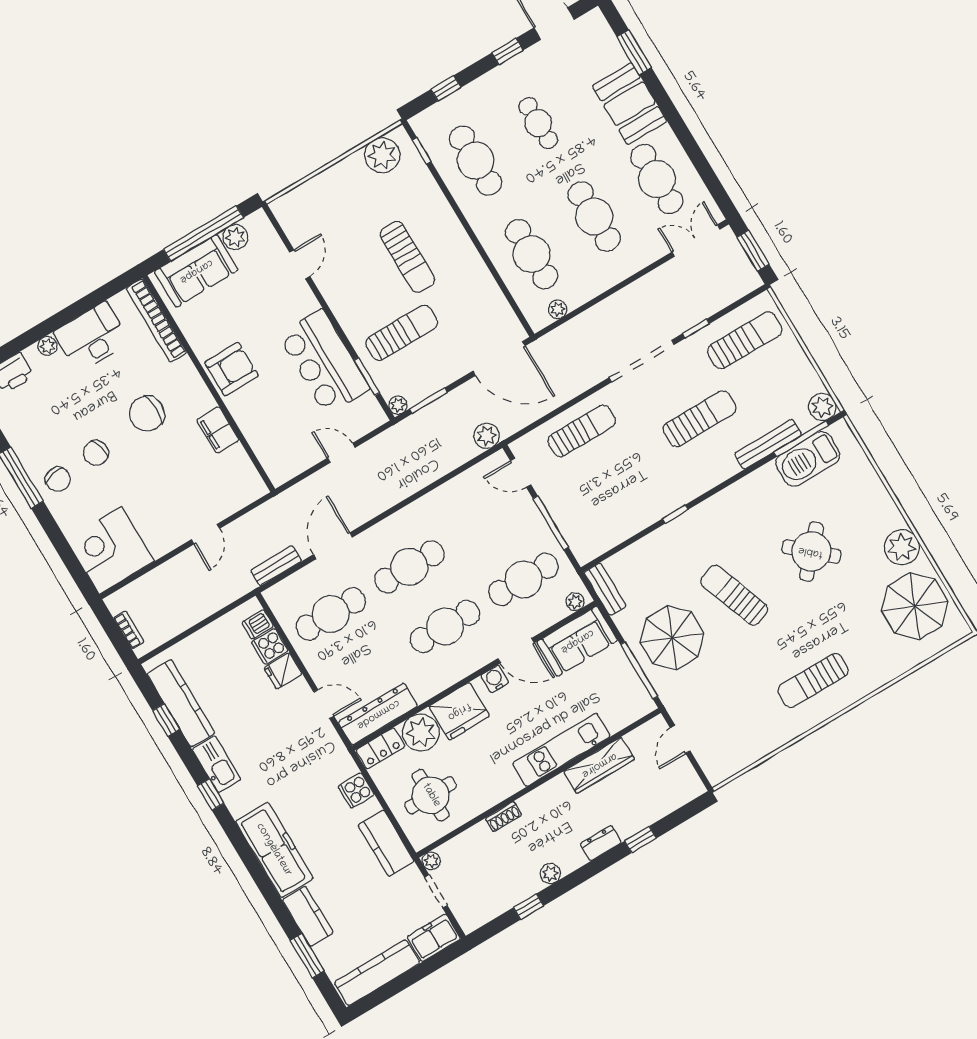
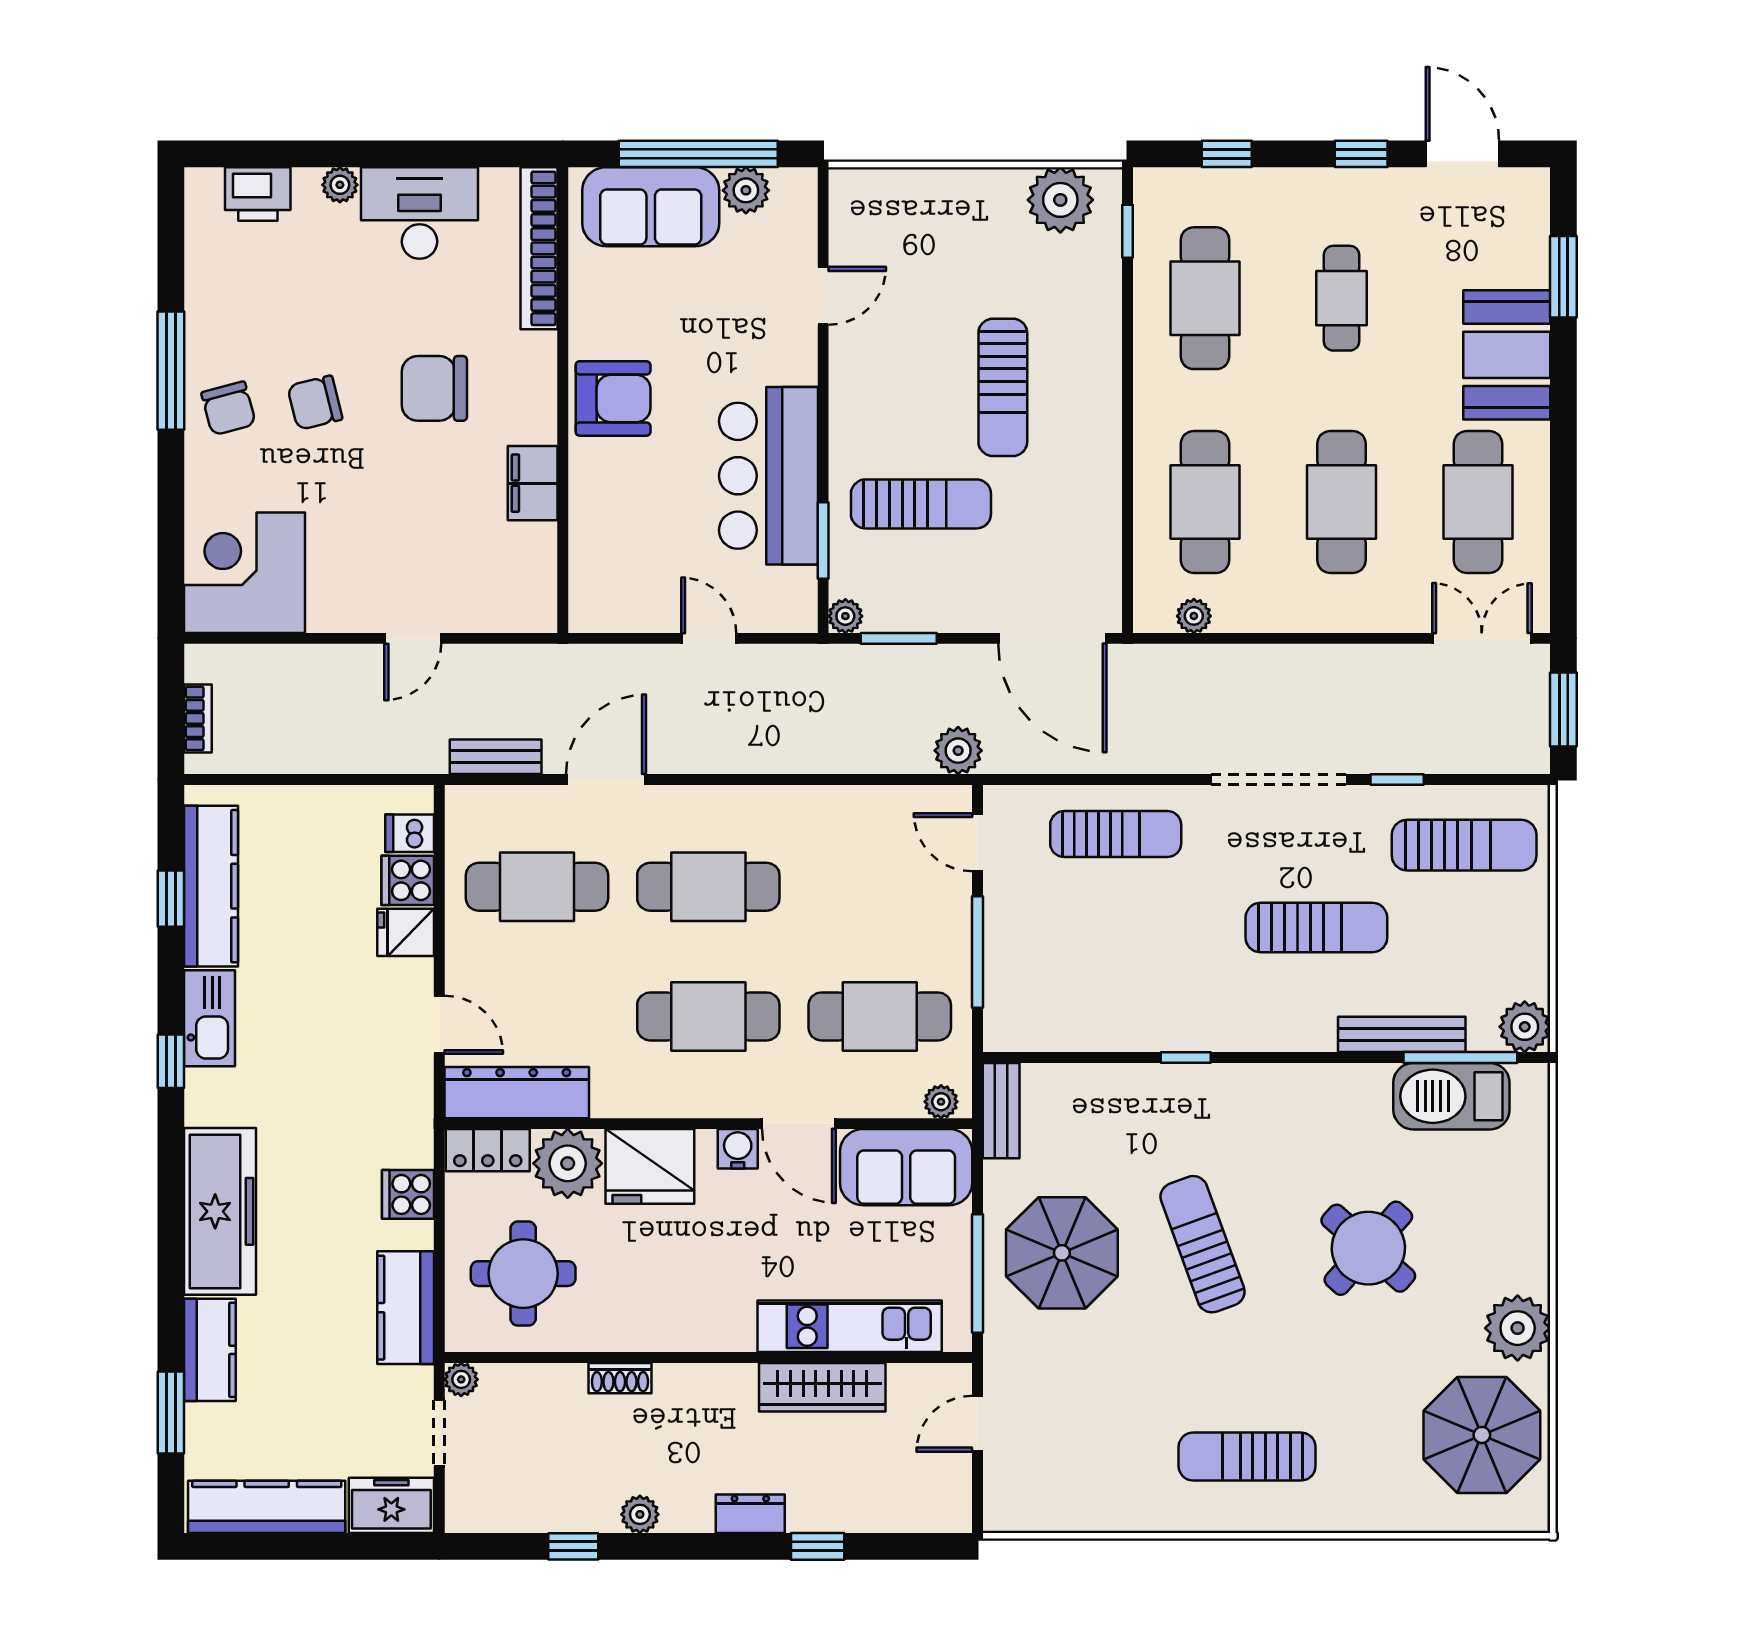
kitchen unit: (561, 750) -> (850, 1326), moved

